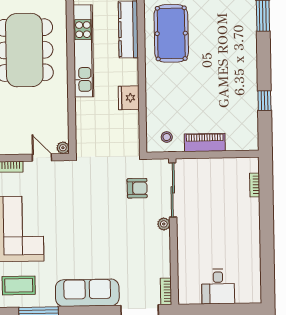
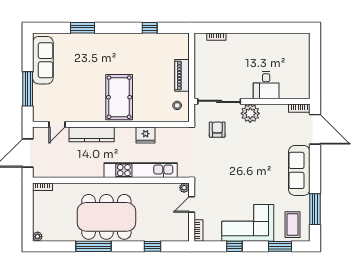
pool table: (171, 33) -> (119, 97), moved, turned 90
kitchen unit: (83, 51) -> (141, 170), moved
plant: (164, 224) -> (250, 113), width x1.88, depth x1.88
desk: (218, 287) -> (266, 85), moved, turned 90

